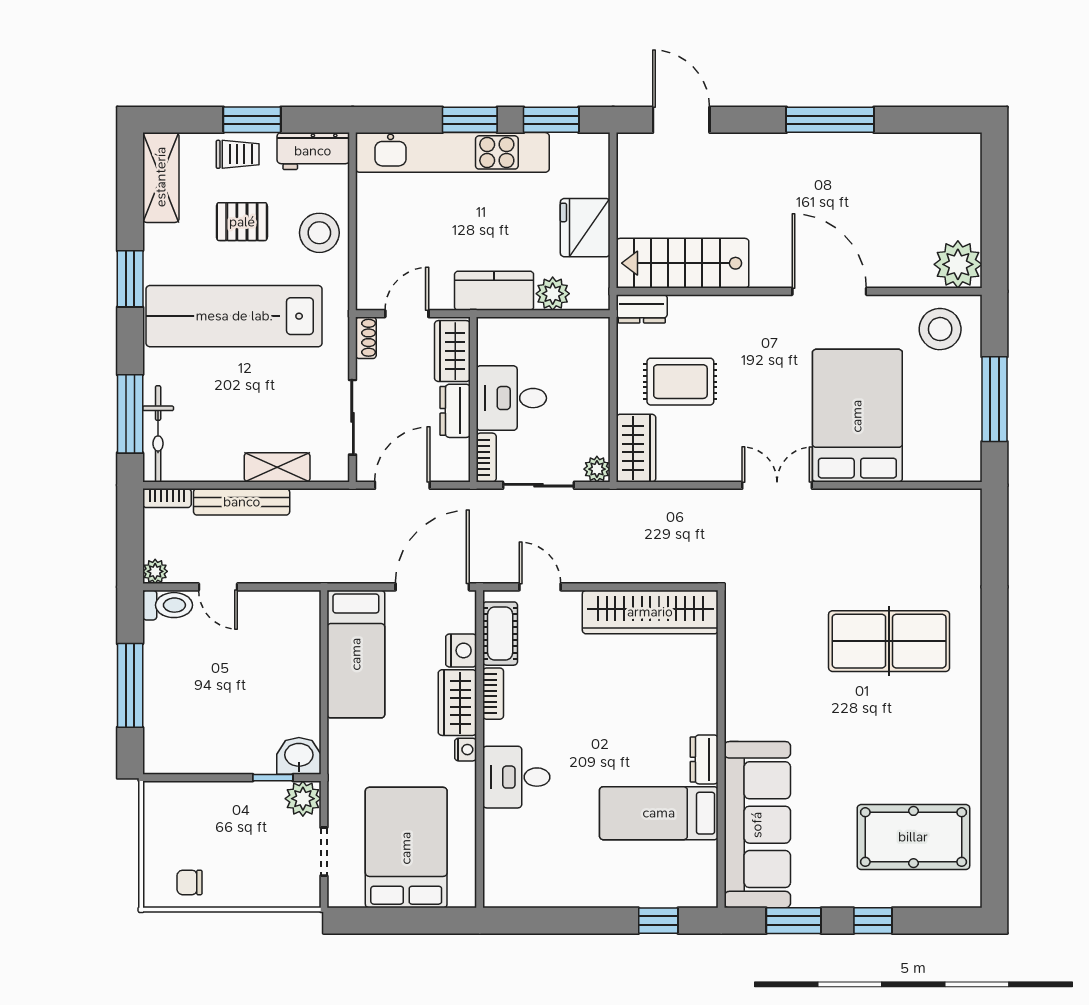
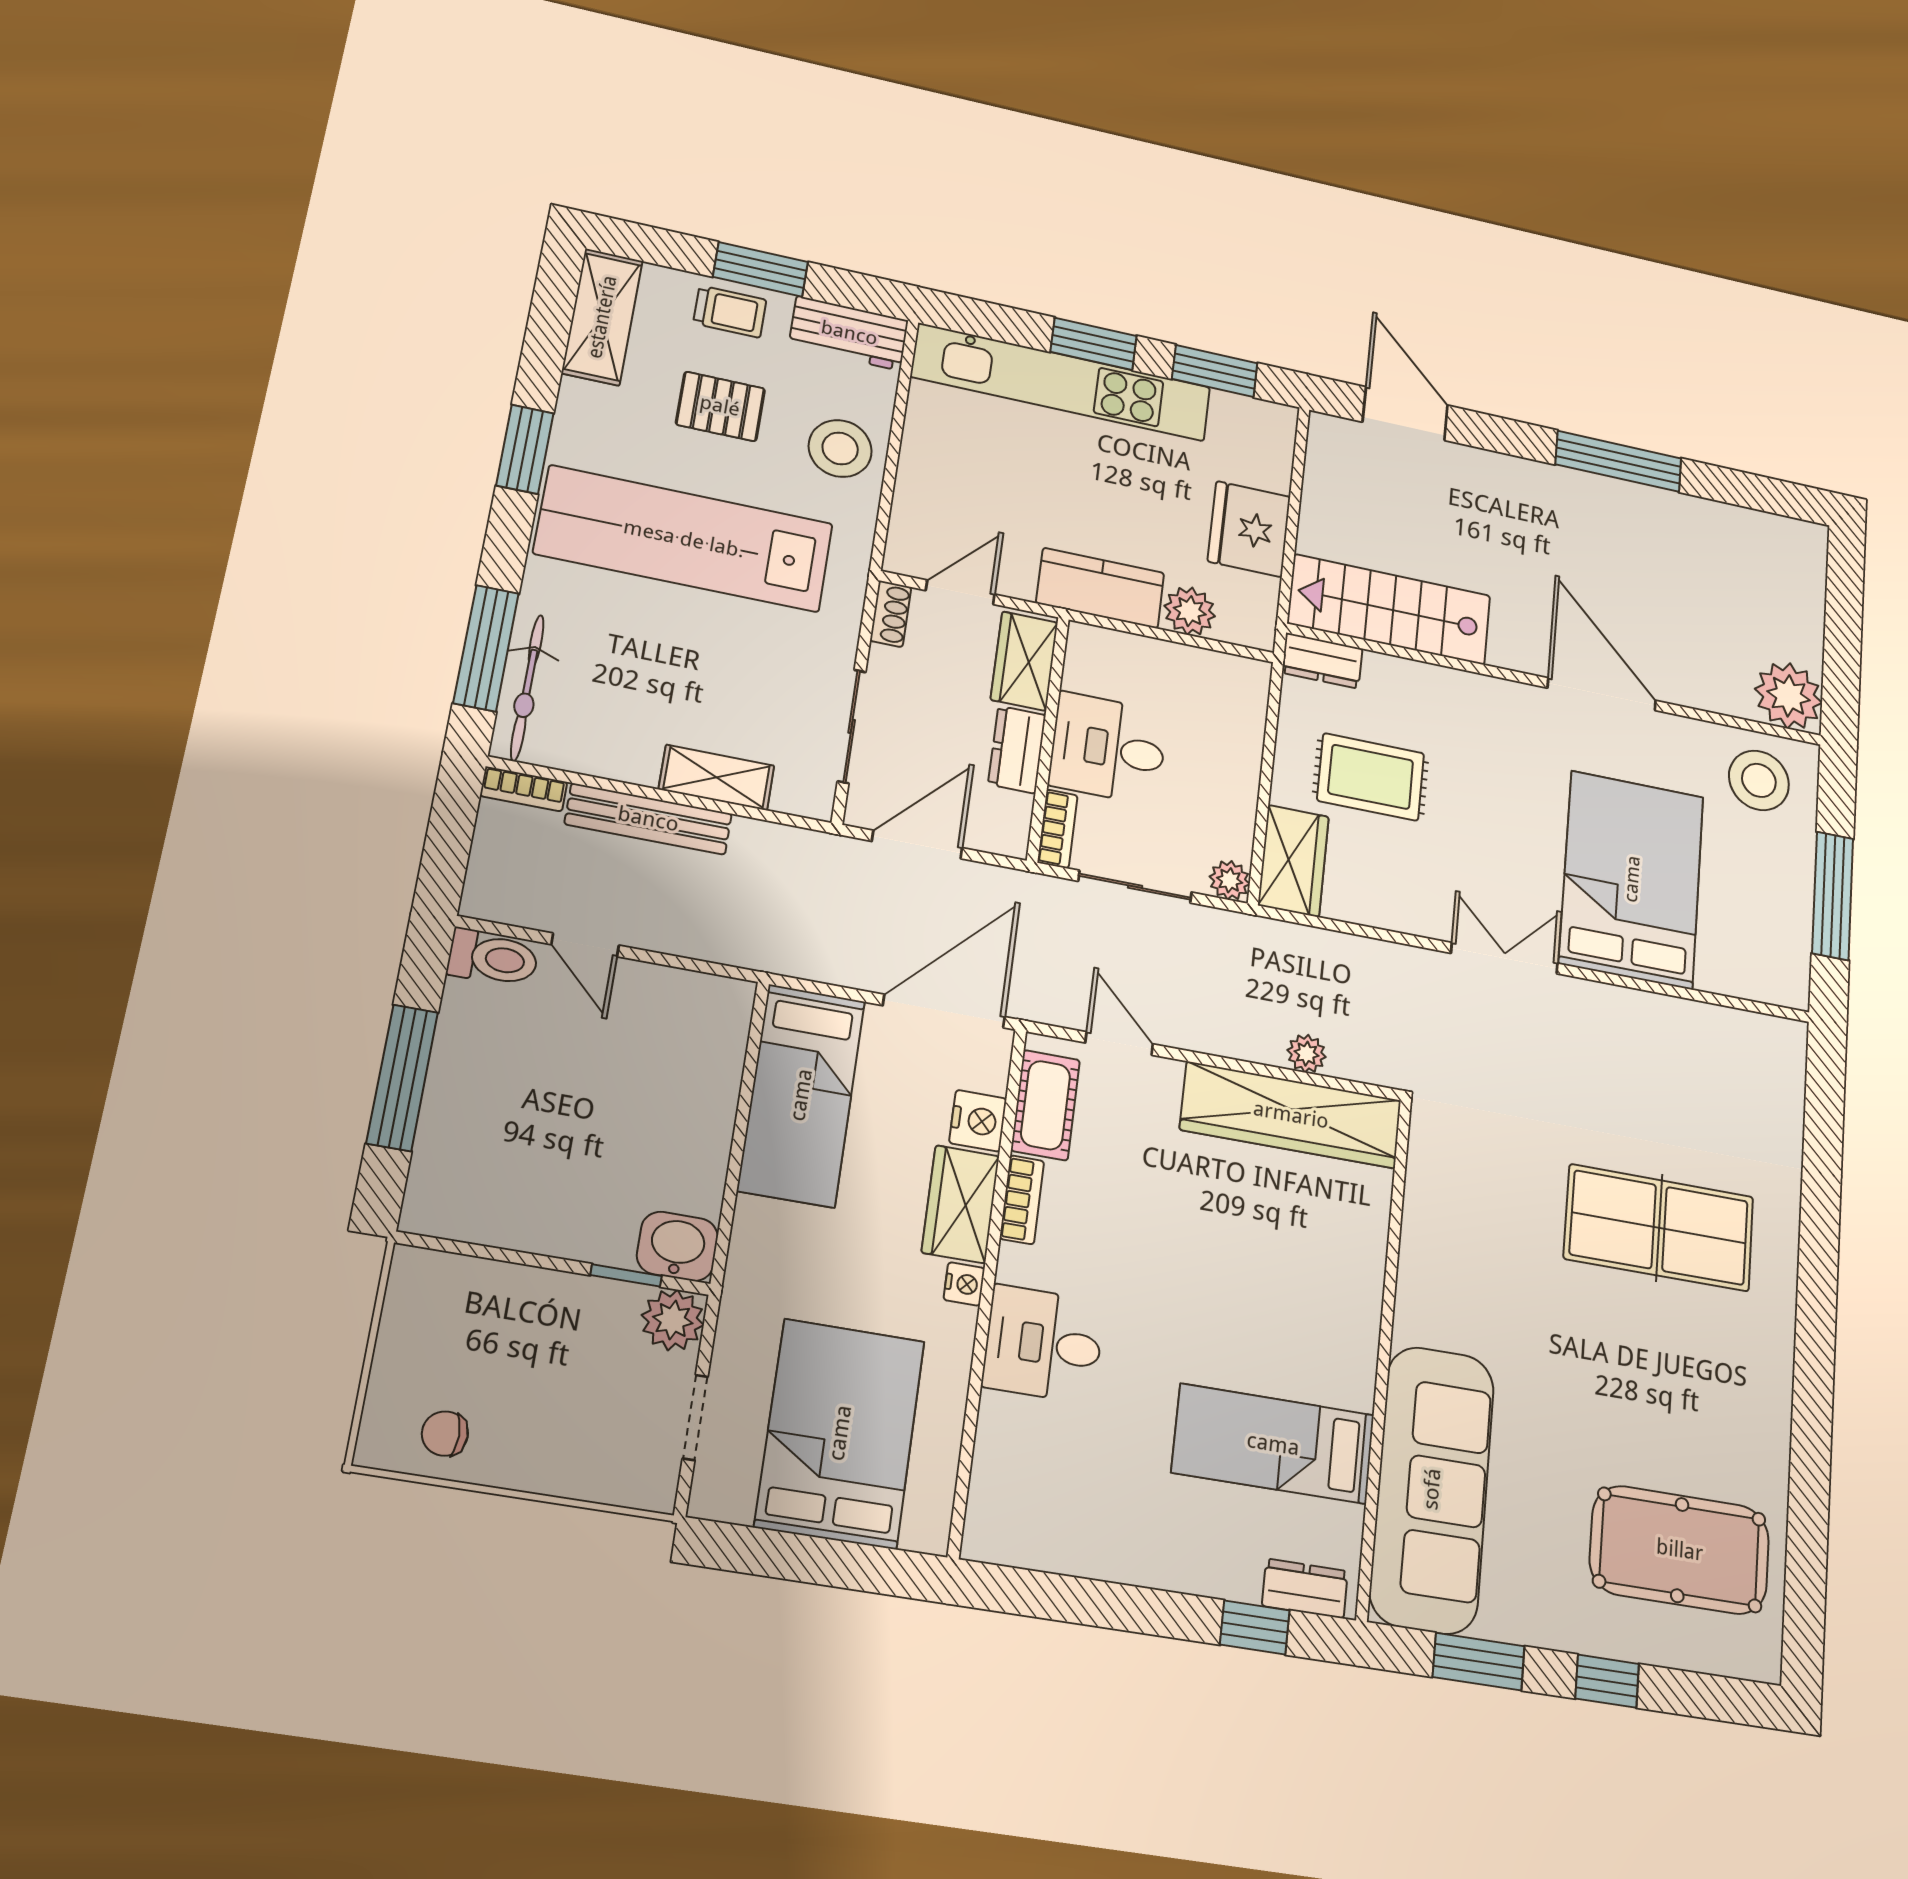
plant: (155, 571) -> (1307, 1054), moved
dresser: (704, 759) -> (1305, 1588), moved, turned 90

